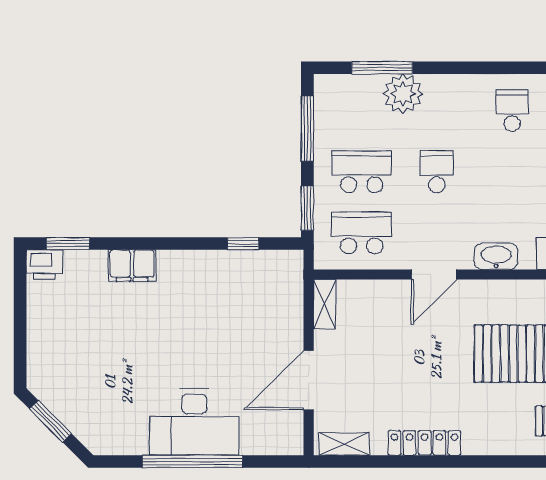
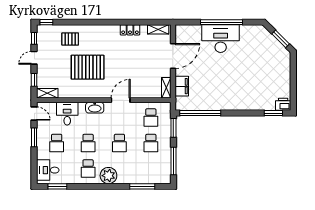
plant: (403, 94) -> (108, 176), moved
school desk: (362, 172) -> (151, 143), width x0.54
school desk: (512, 172) -> (88, 143), added
school desk: (362, 233) -> (151, 118), width x0.54
window: (243, 244) -> (200, 113), width x3.17
filing cabinet: (132, 266) -> (182, 86), moved, turned 90
locker: (424, 443) -> (130, 30), width x0.66

